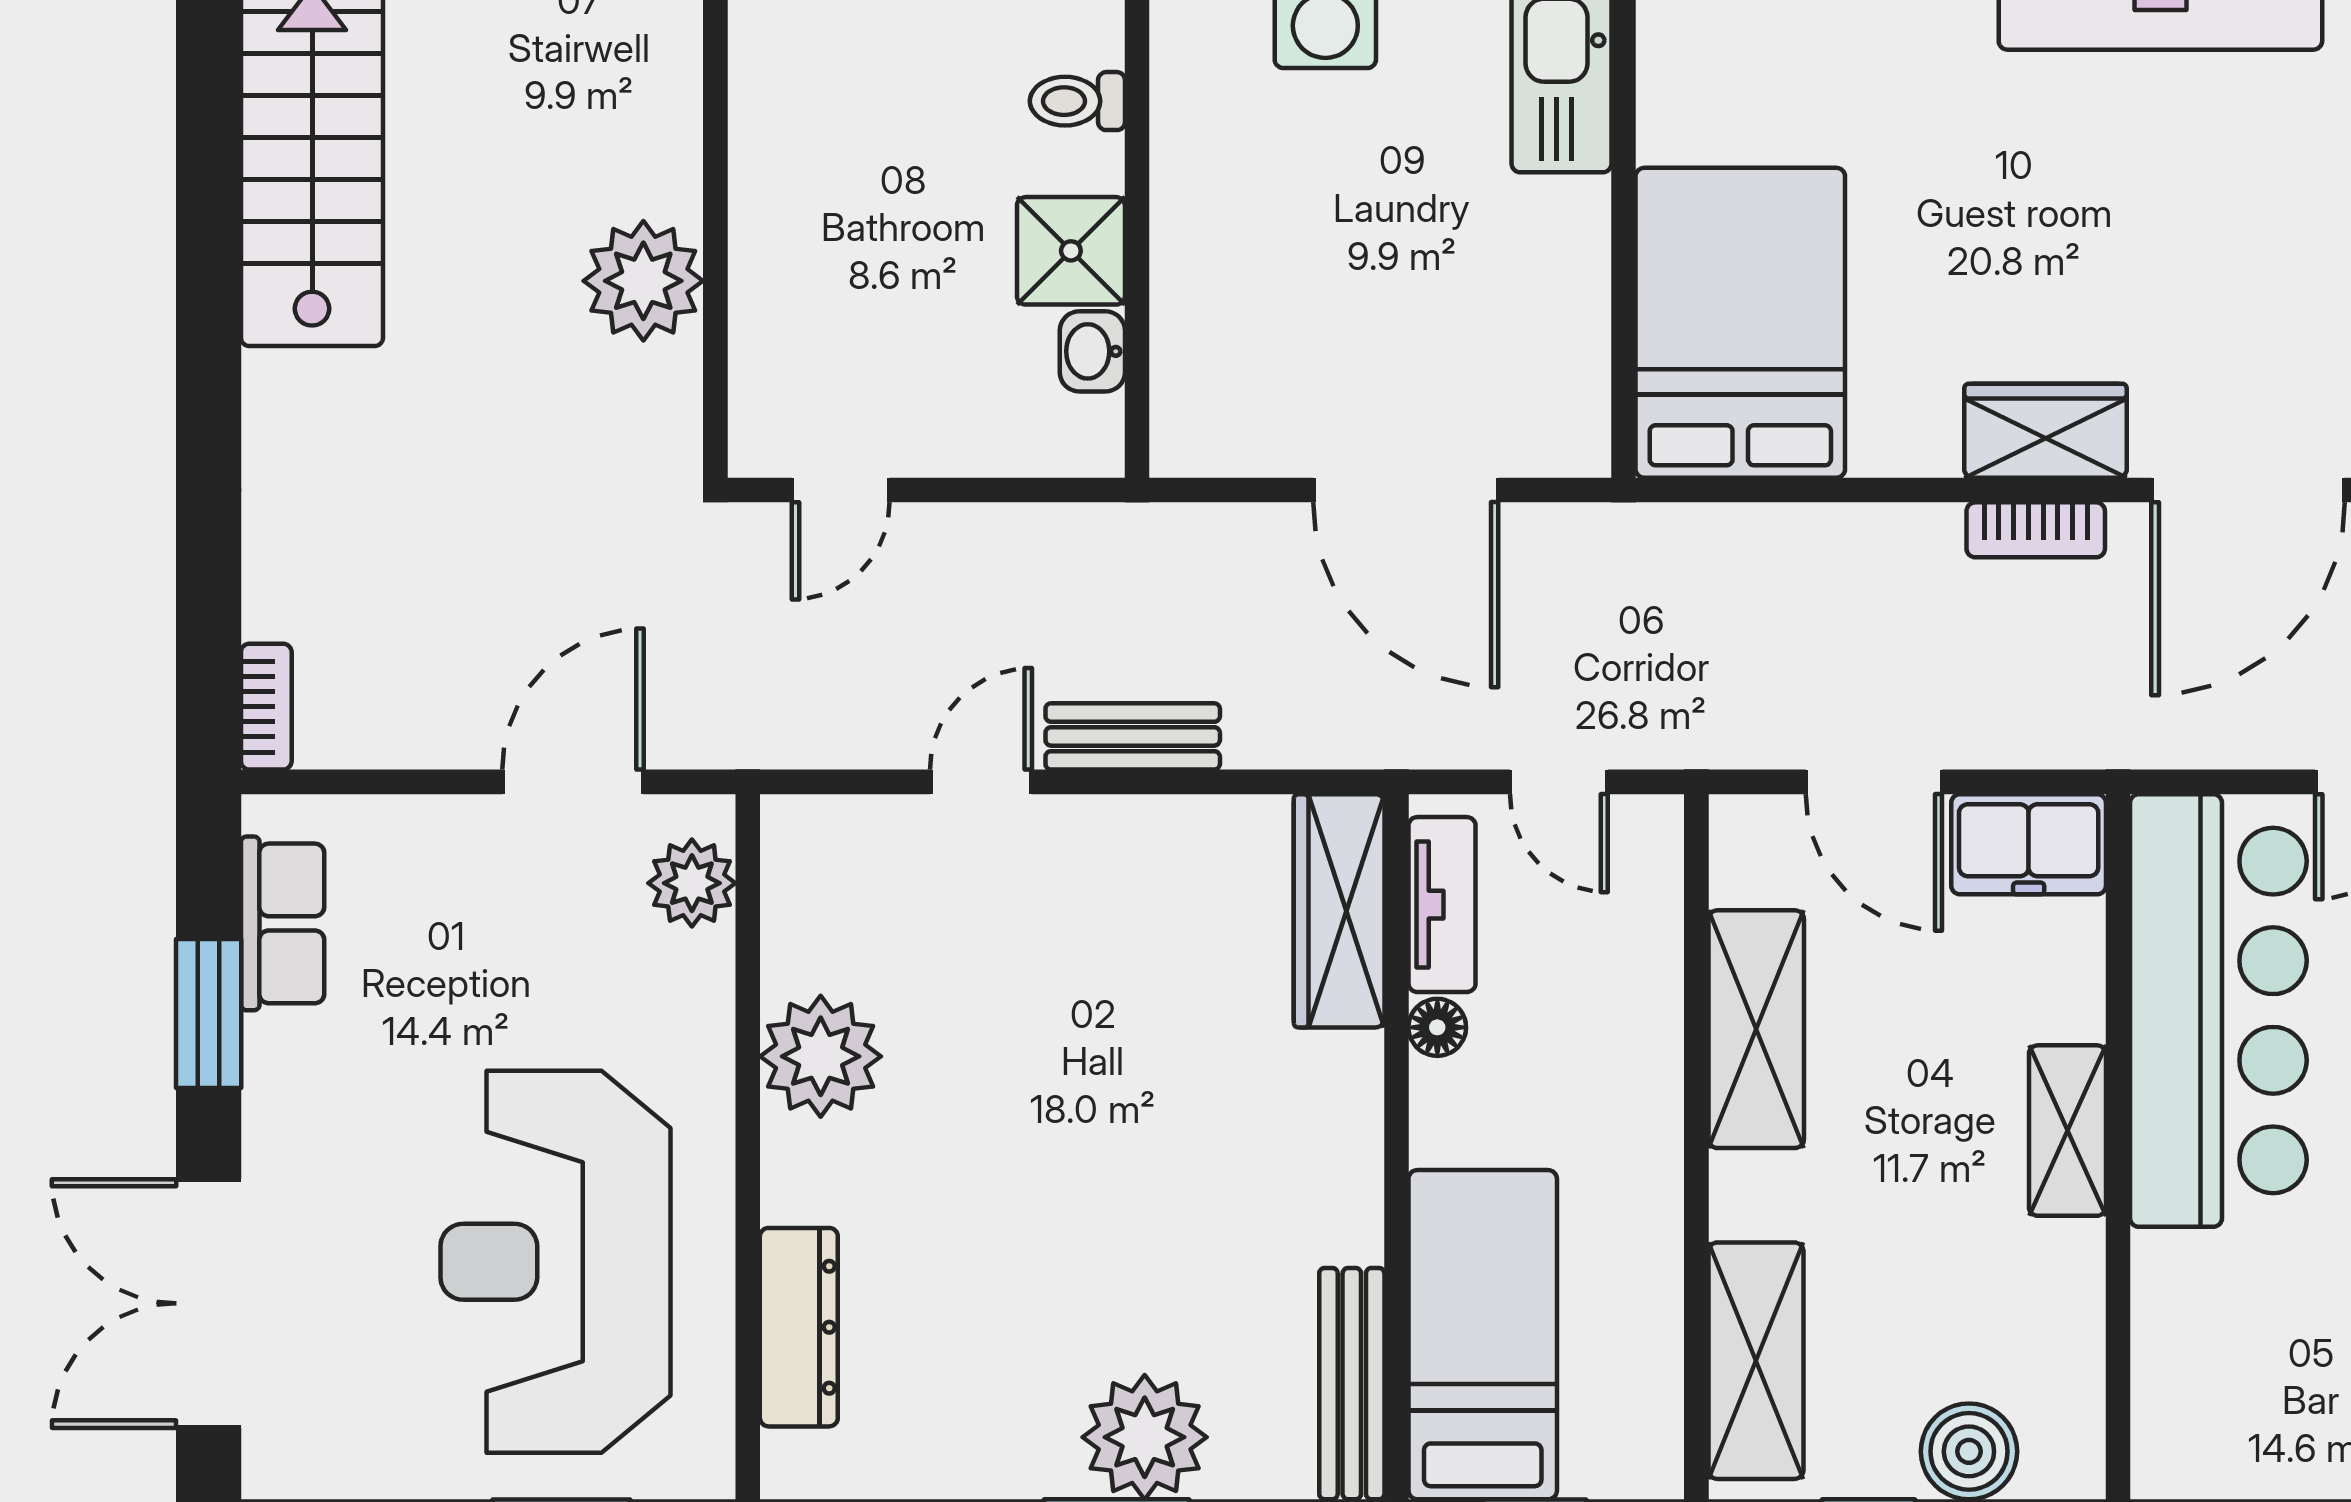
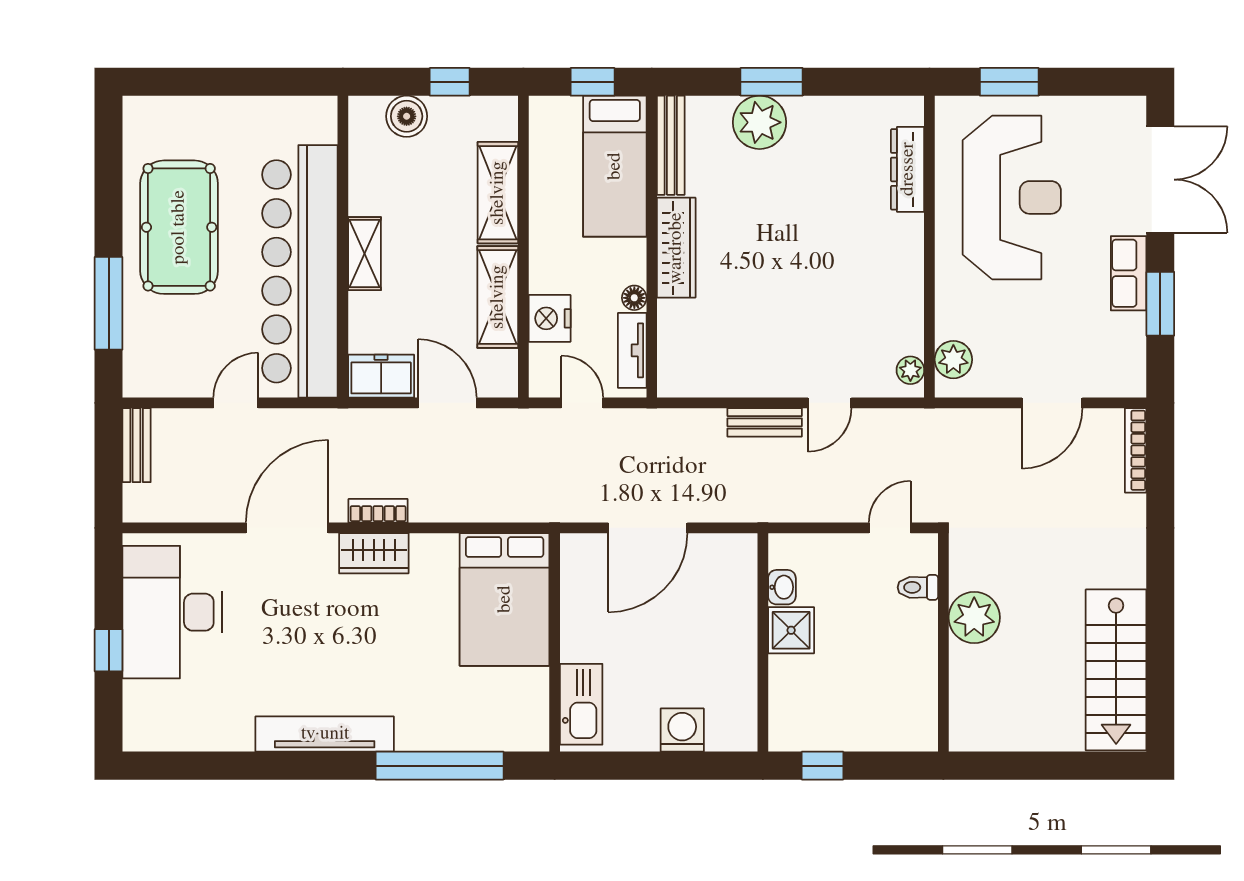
toilet: (1077, 101) -> (918, 587), moved, turned 180
door: (1406, 490) -> (648, 528), swing flipped
bookcase: (266, 707) -> (1136, 450), width x1.56
door: (573, 782) -> (1052, 403), moved
wardrobe: (1339, 911) -> (676, 248), moved
row of seats: (283, 923) -> (1129, 273), moved
nightstand: (1635, 979) -> (550, 318), added
bar counter: (2218, 1011) -> (300, 271), width x1.36
plant: (821, 1056) -> (910, 370), moved, width x0.53, depth x0.53
shelving: (1756, 1361) -> (498, 193), moved

